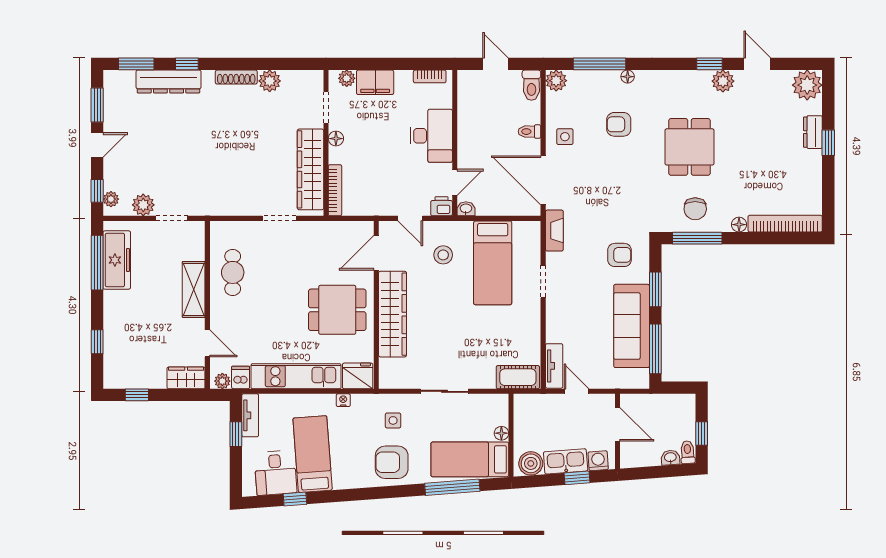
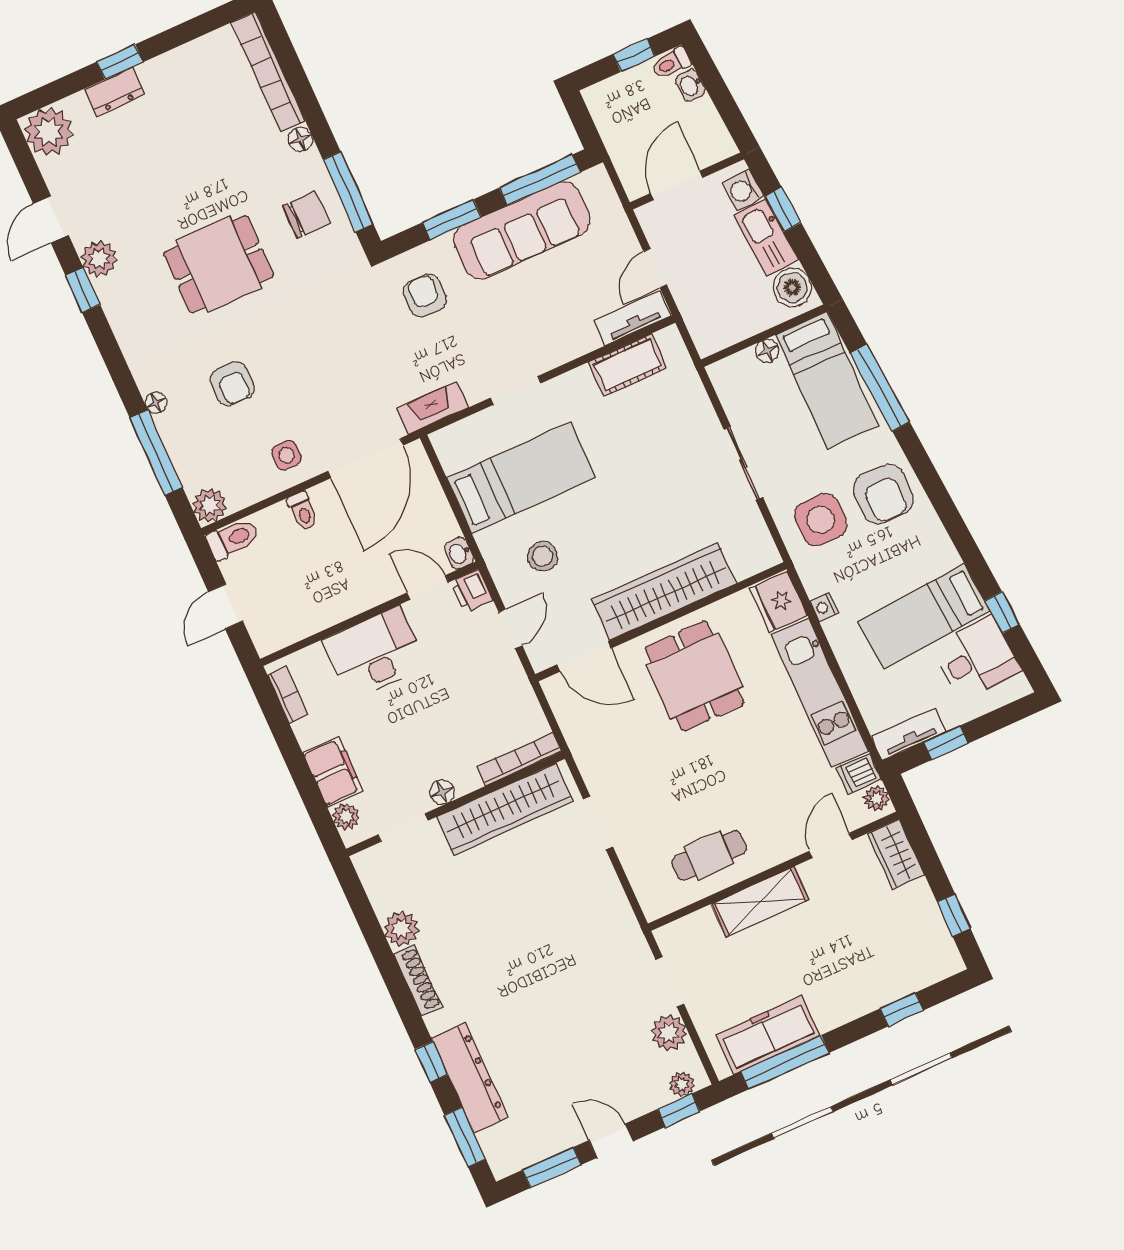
cot: (518, 377) -> (628, 365), moved, turned 90
side table: (393, 420) -> (821, 520), width x1.87, depth x1.87

